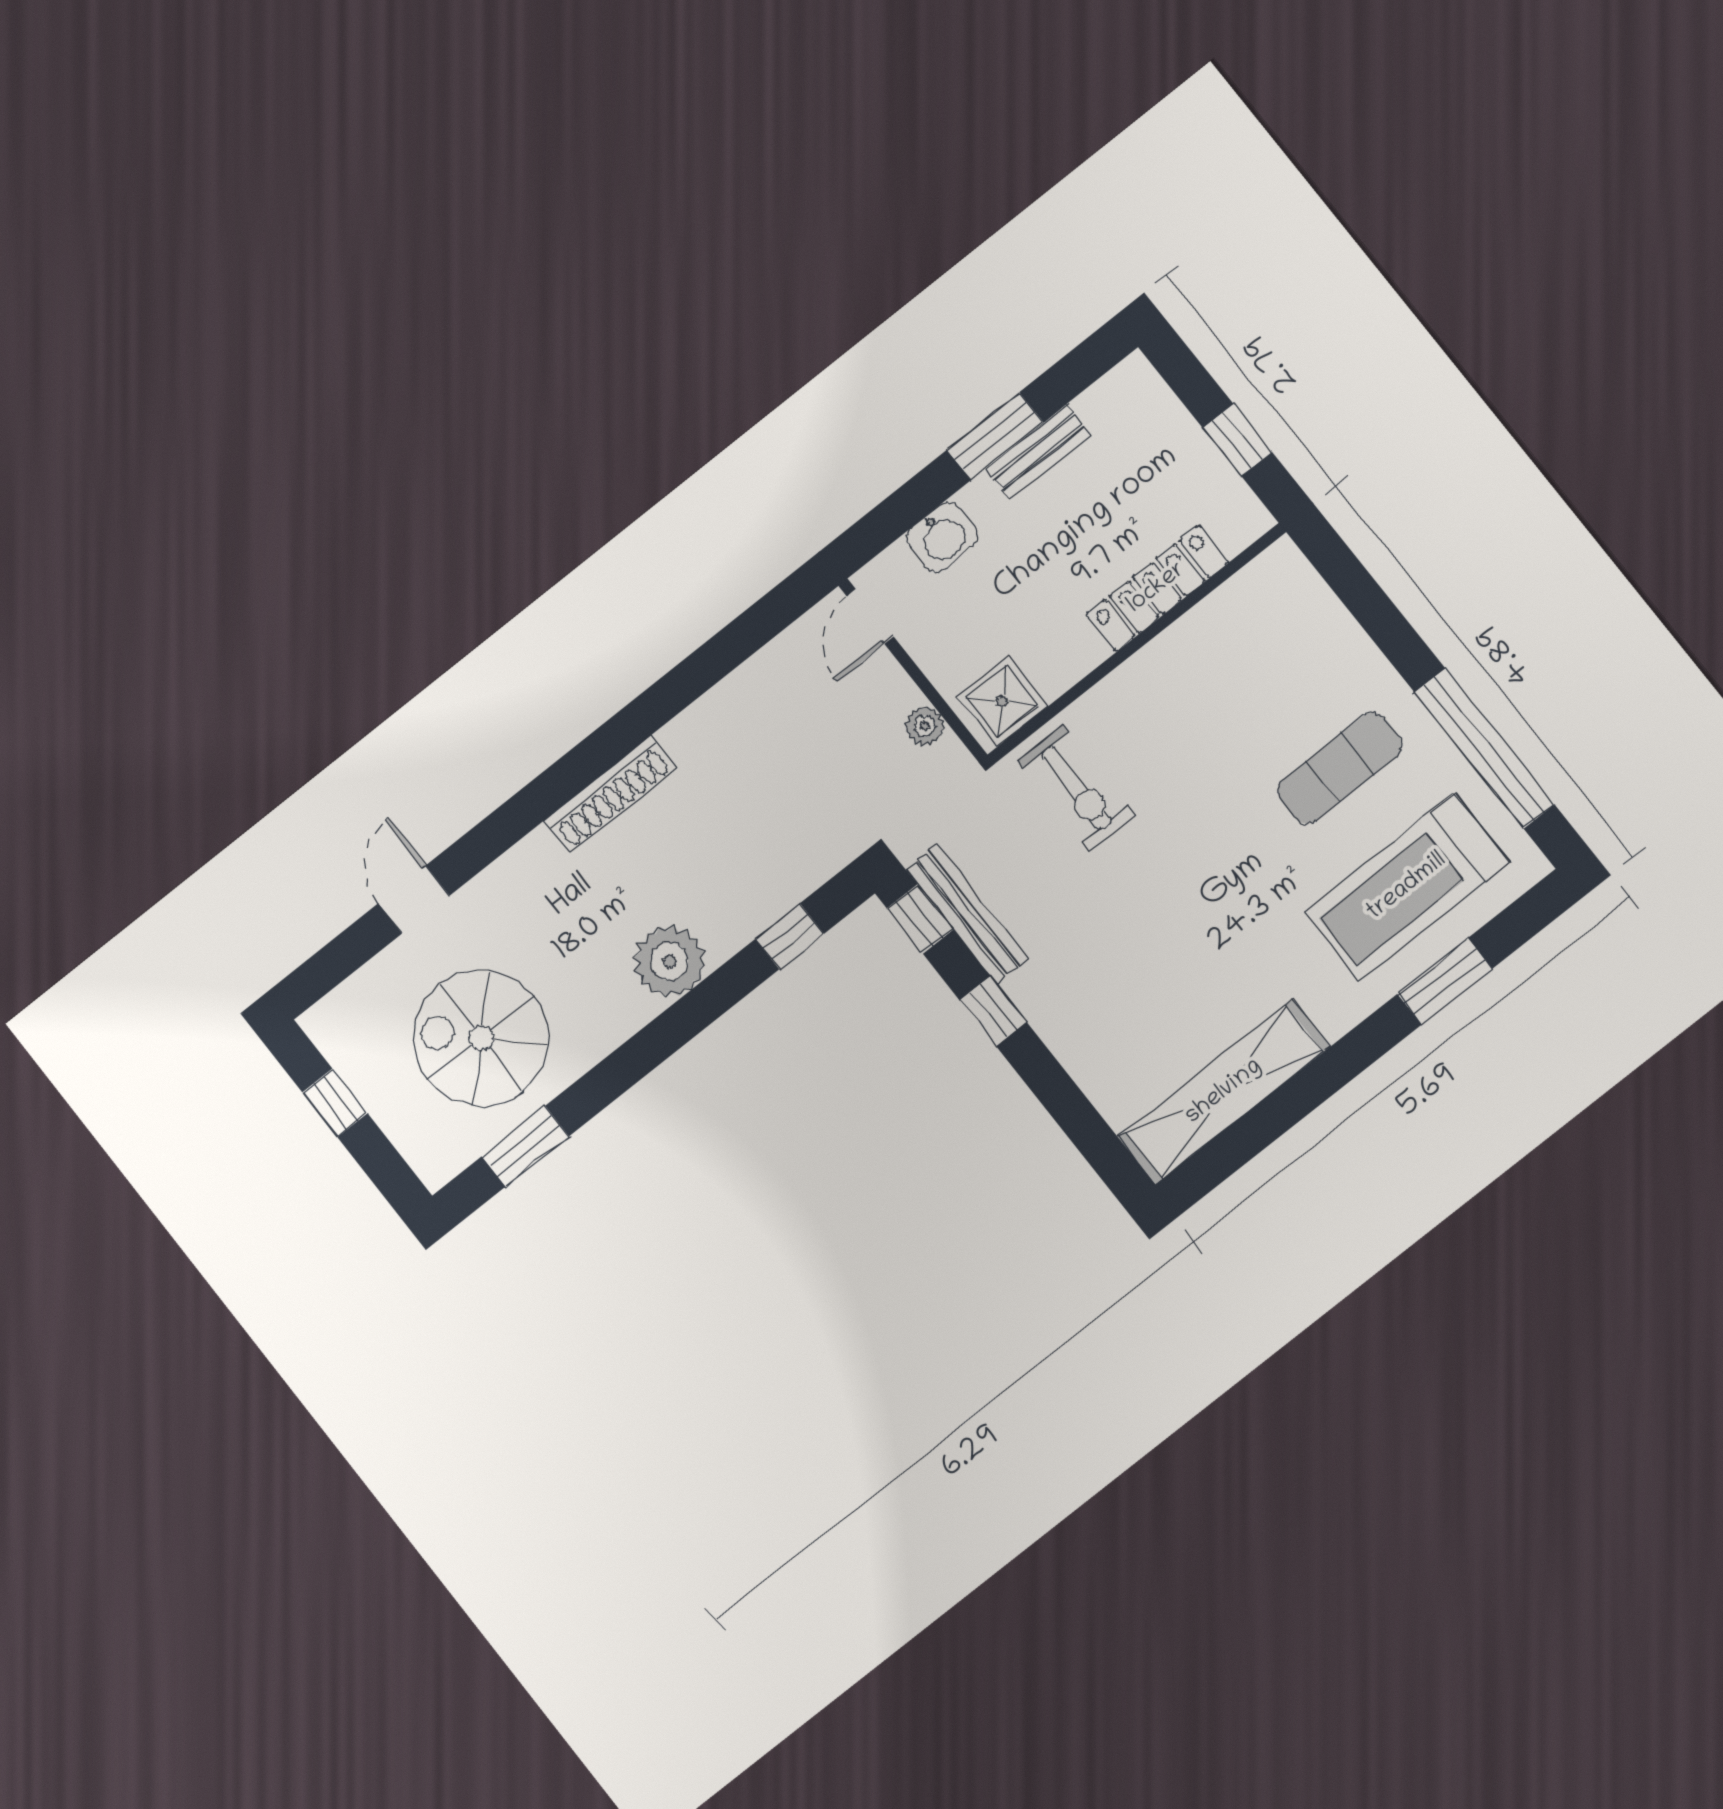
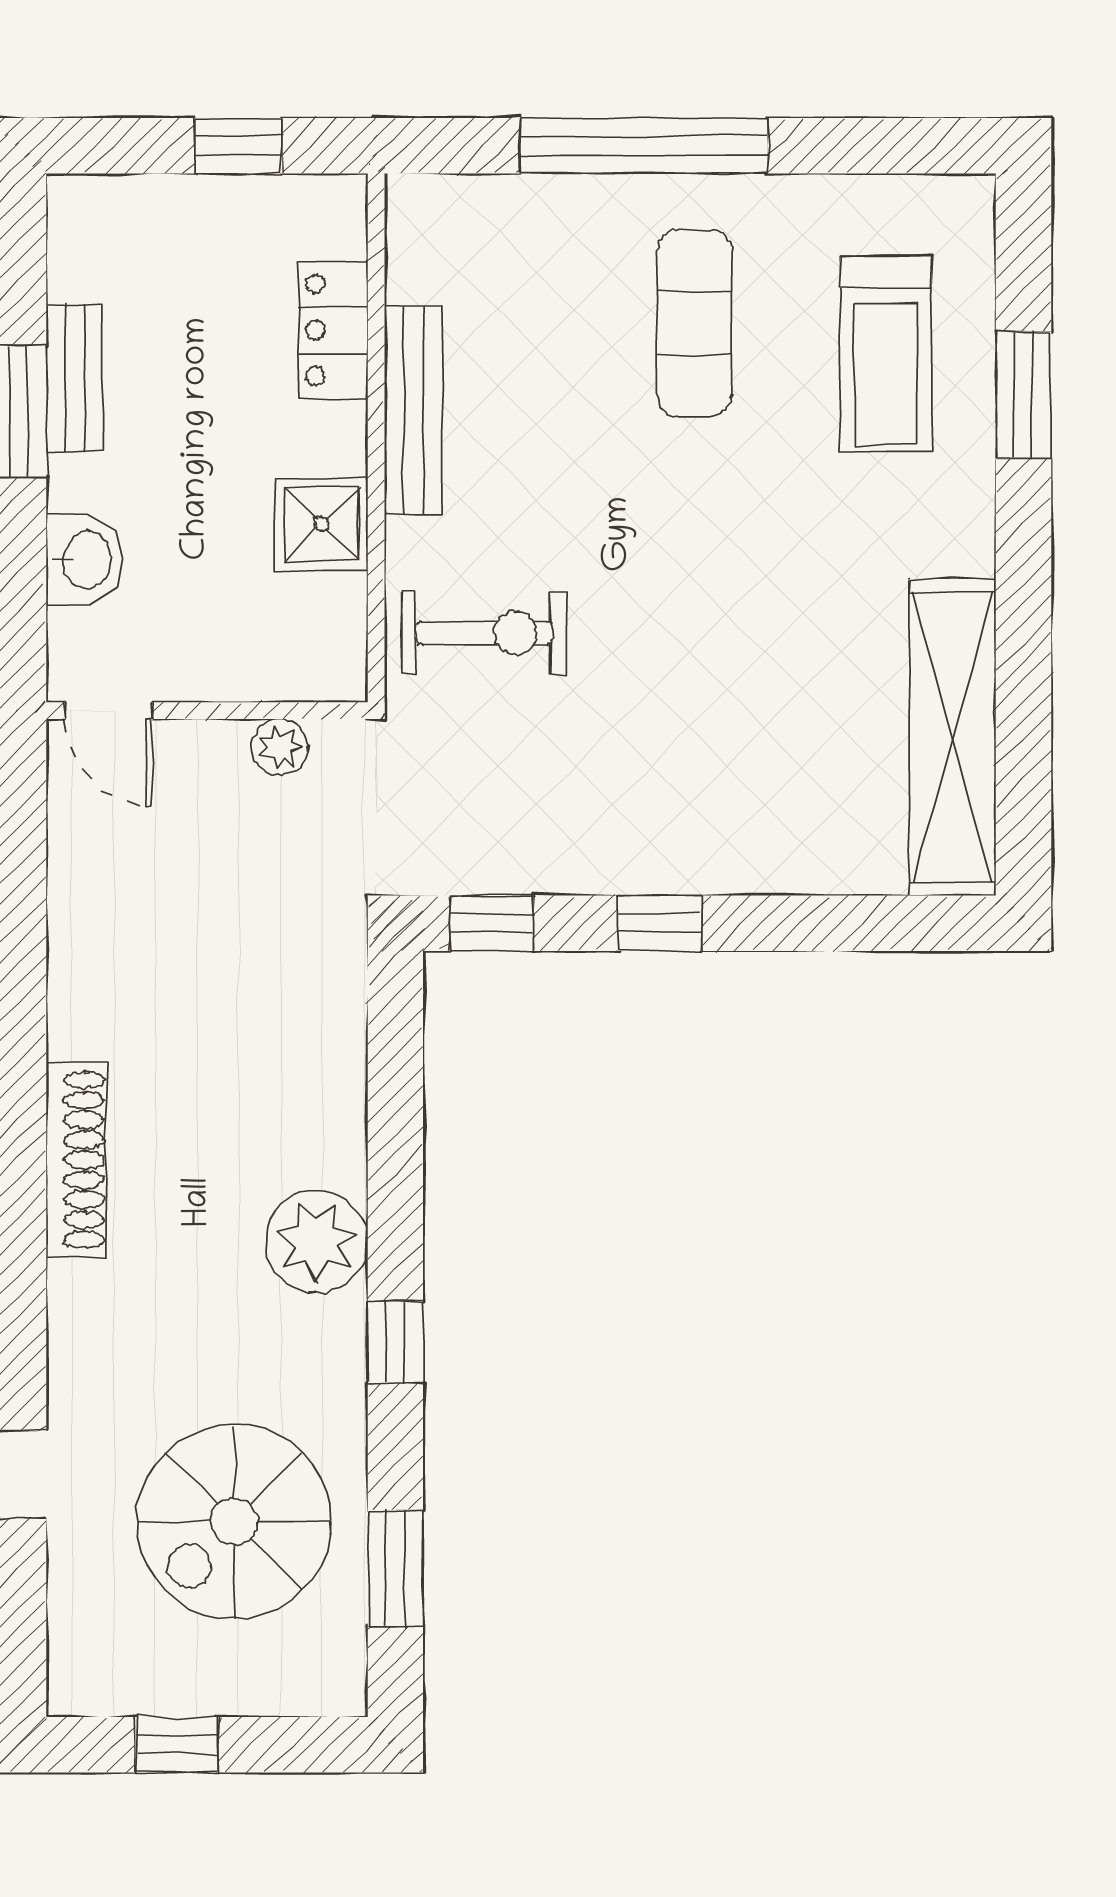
locker: (1157, 588) -> (333, 330), width x0.66
shower: (1002, 701) -> (321, 524), moved
window: (1484, 748) -> (644, 146), moved
treadmill: (1407, 887) -> (886, 354), width x0.73, depth x0.73
bench: (967, 913) -> (414, 410), moved, turned 90
window: (790, 936) -> (395, 1342), moved

